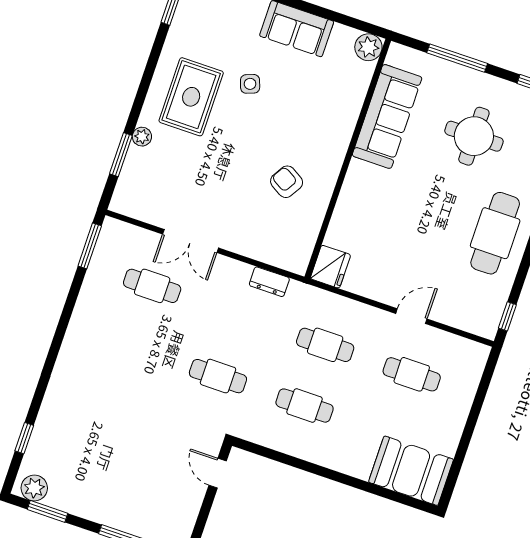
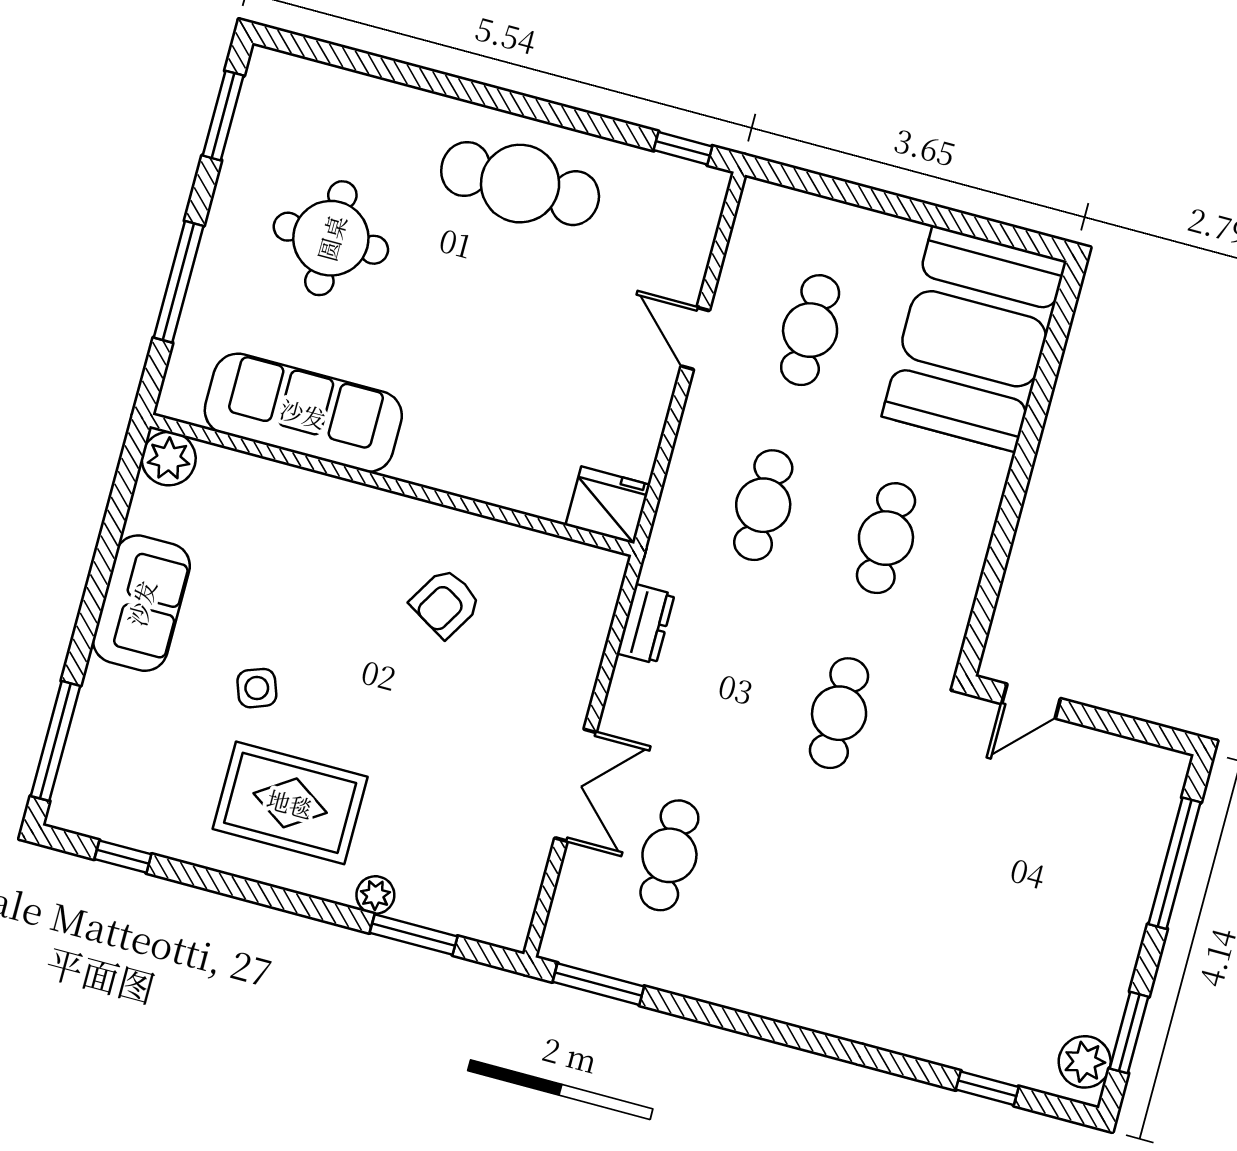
booth: (411, 471) -> (974, 339), width x1.36, depth x1.42

